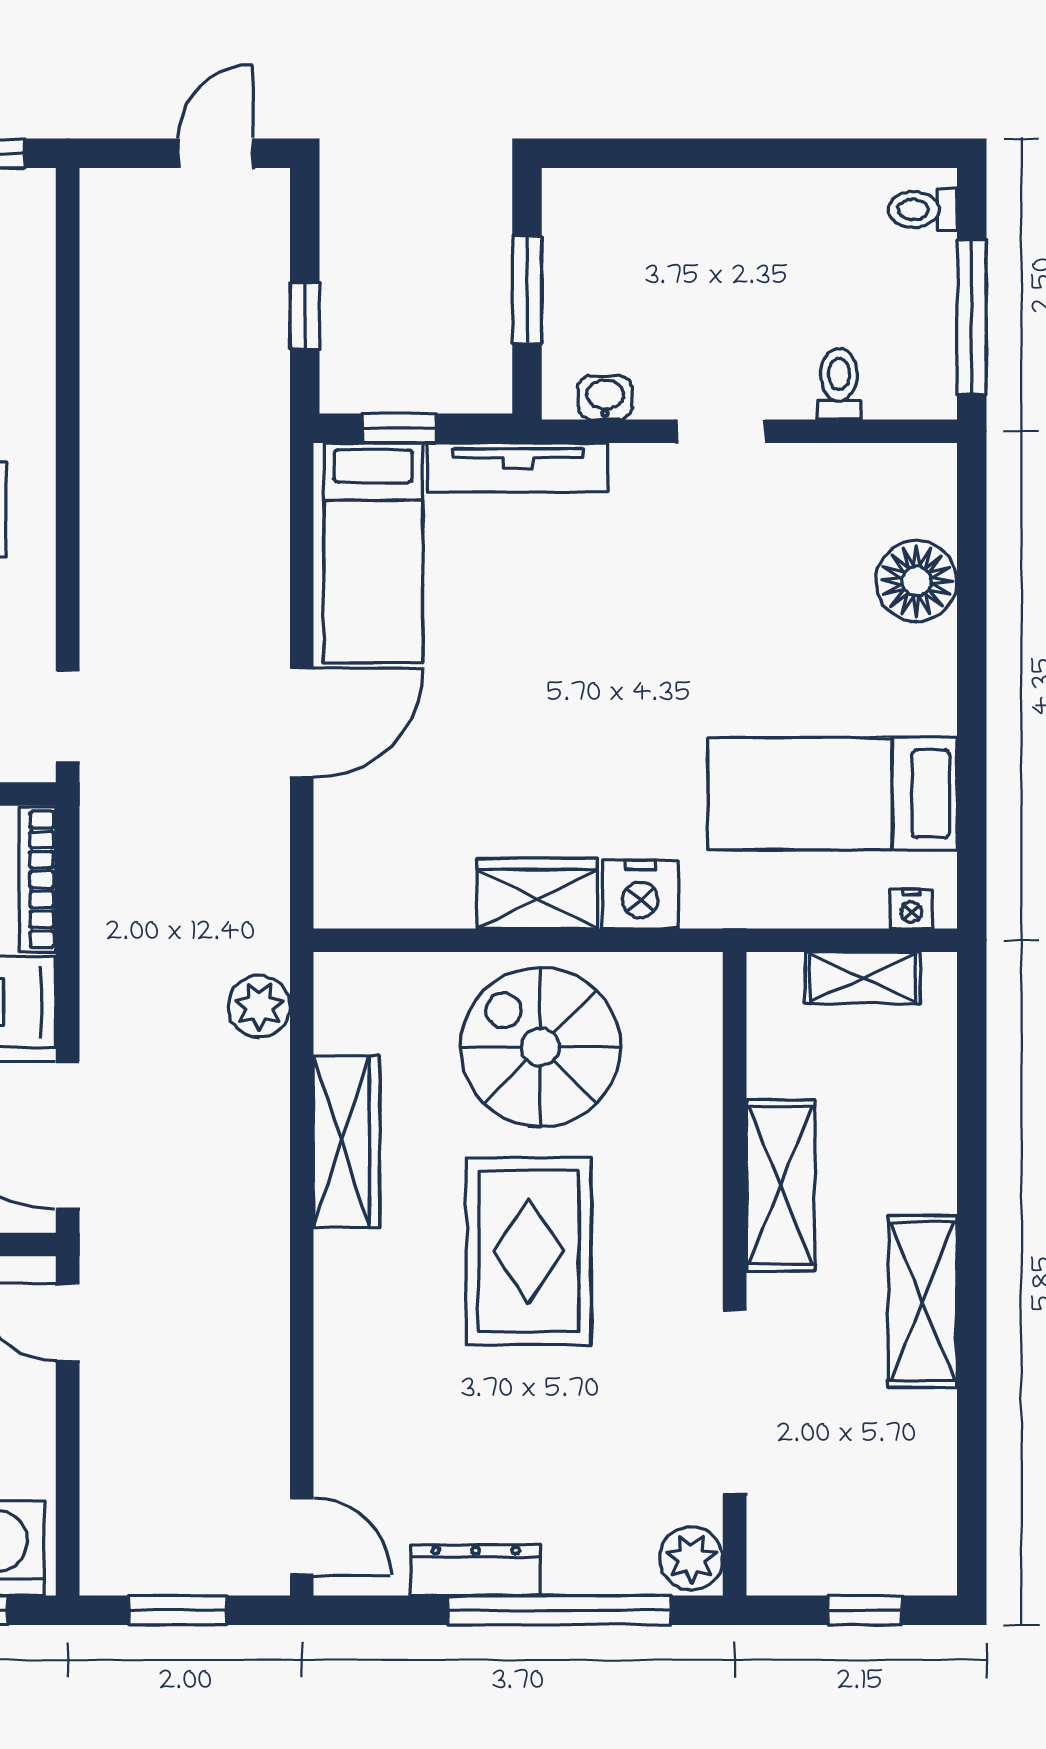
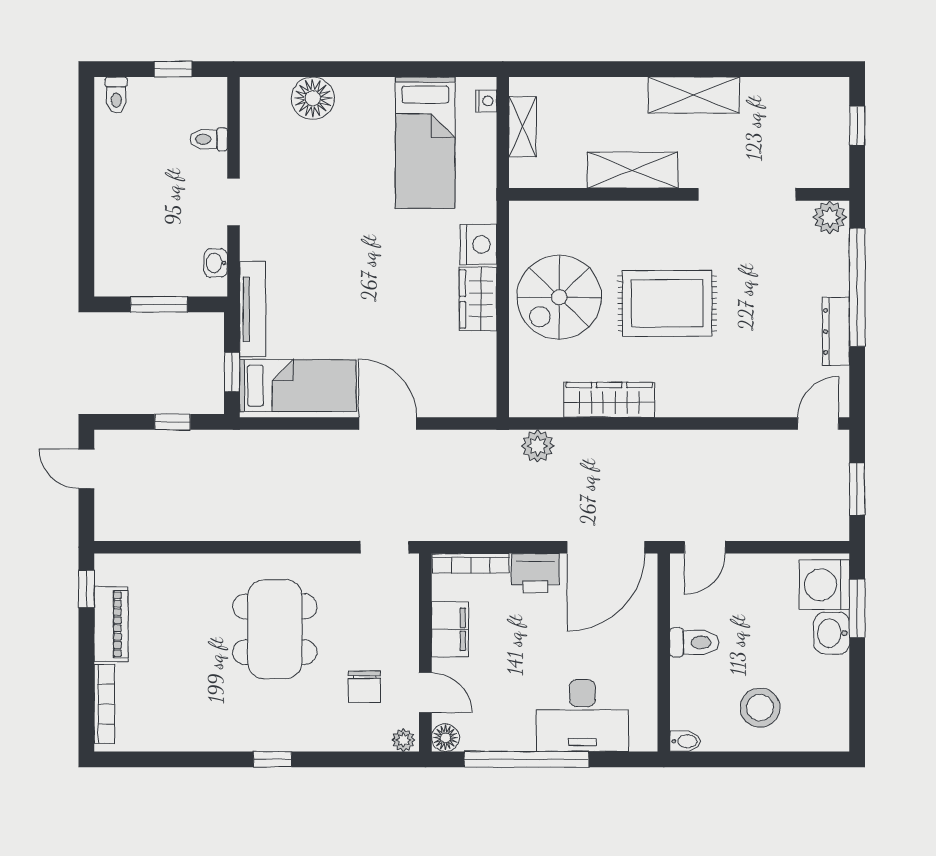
window: (972, 317) -> (173, 69), width x0.46

